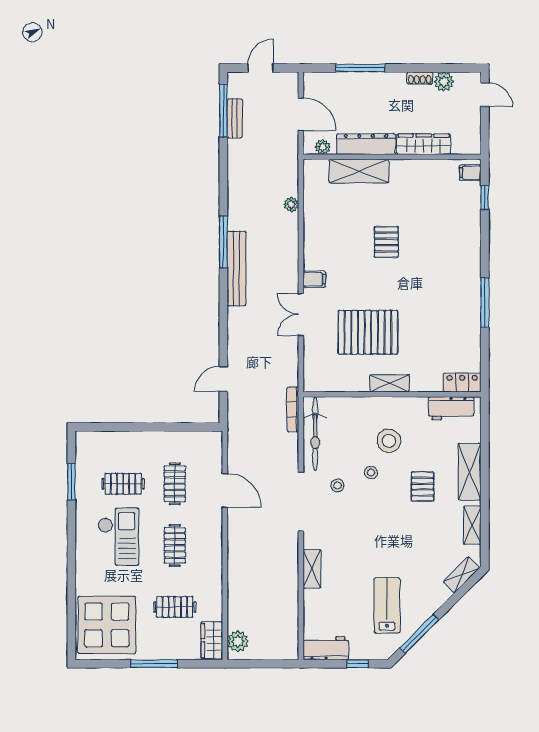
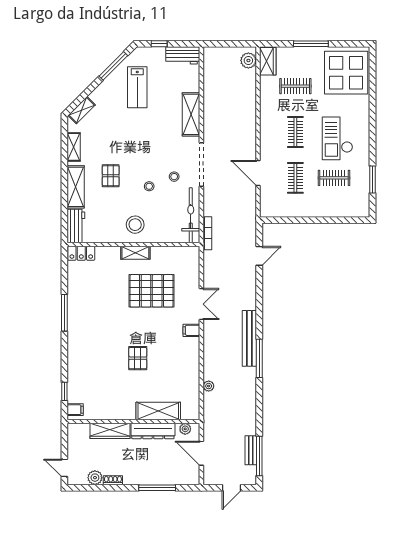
workbench: (451, 408) -> (76, 226), moved, turned 90
stool: (389, 441) -> (135, 225), moved
shelving: (312, 569) -> (191, 114), width x1.50, depth x1.33

